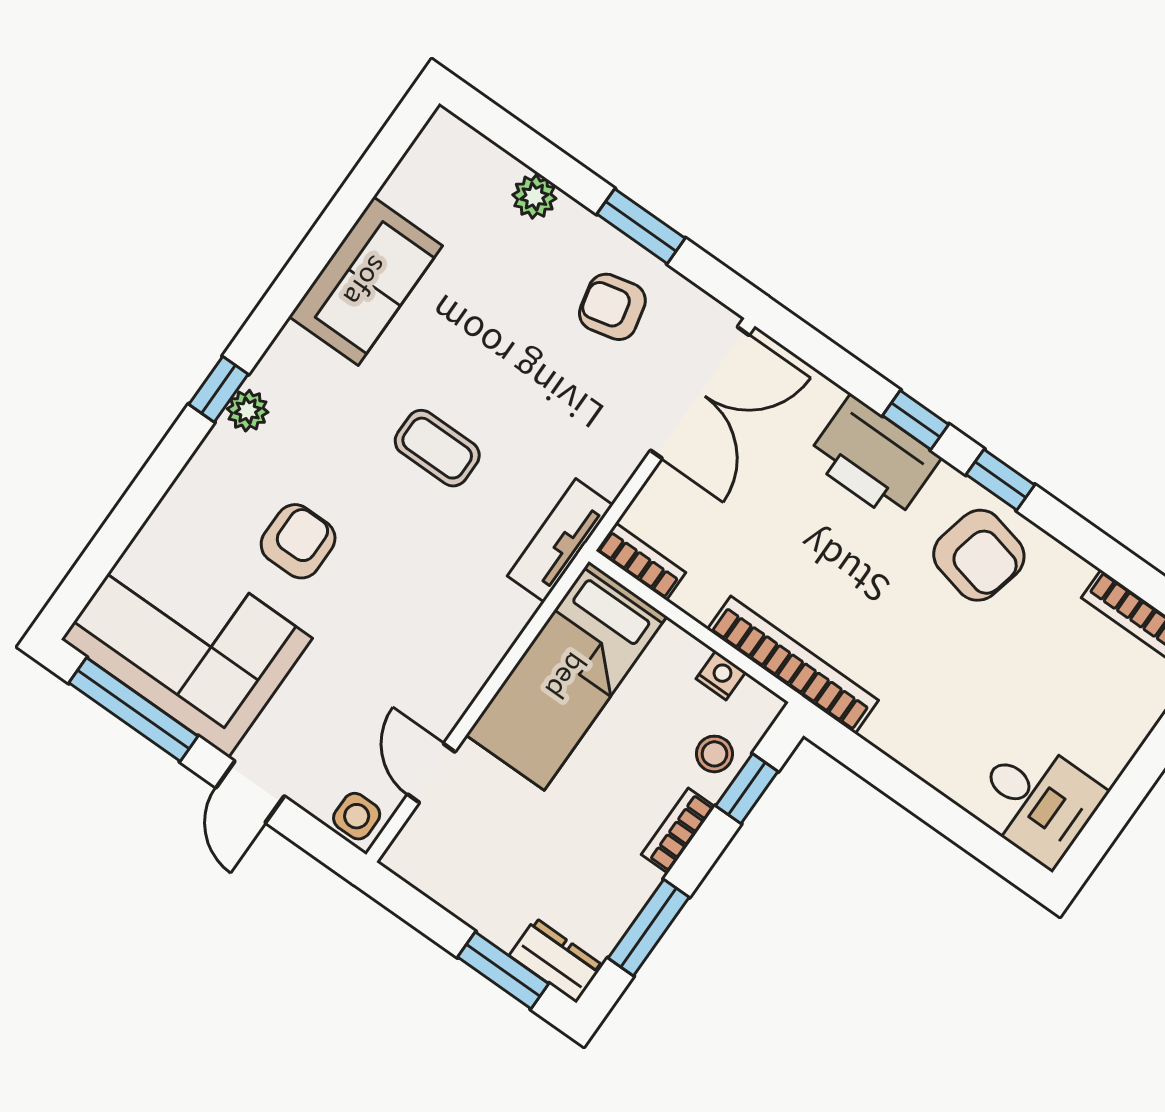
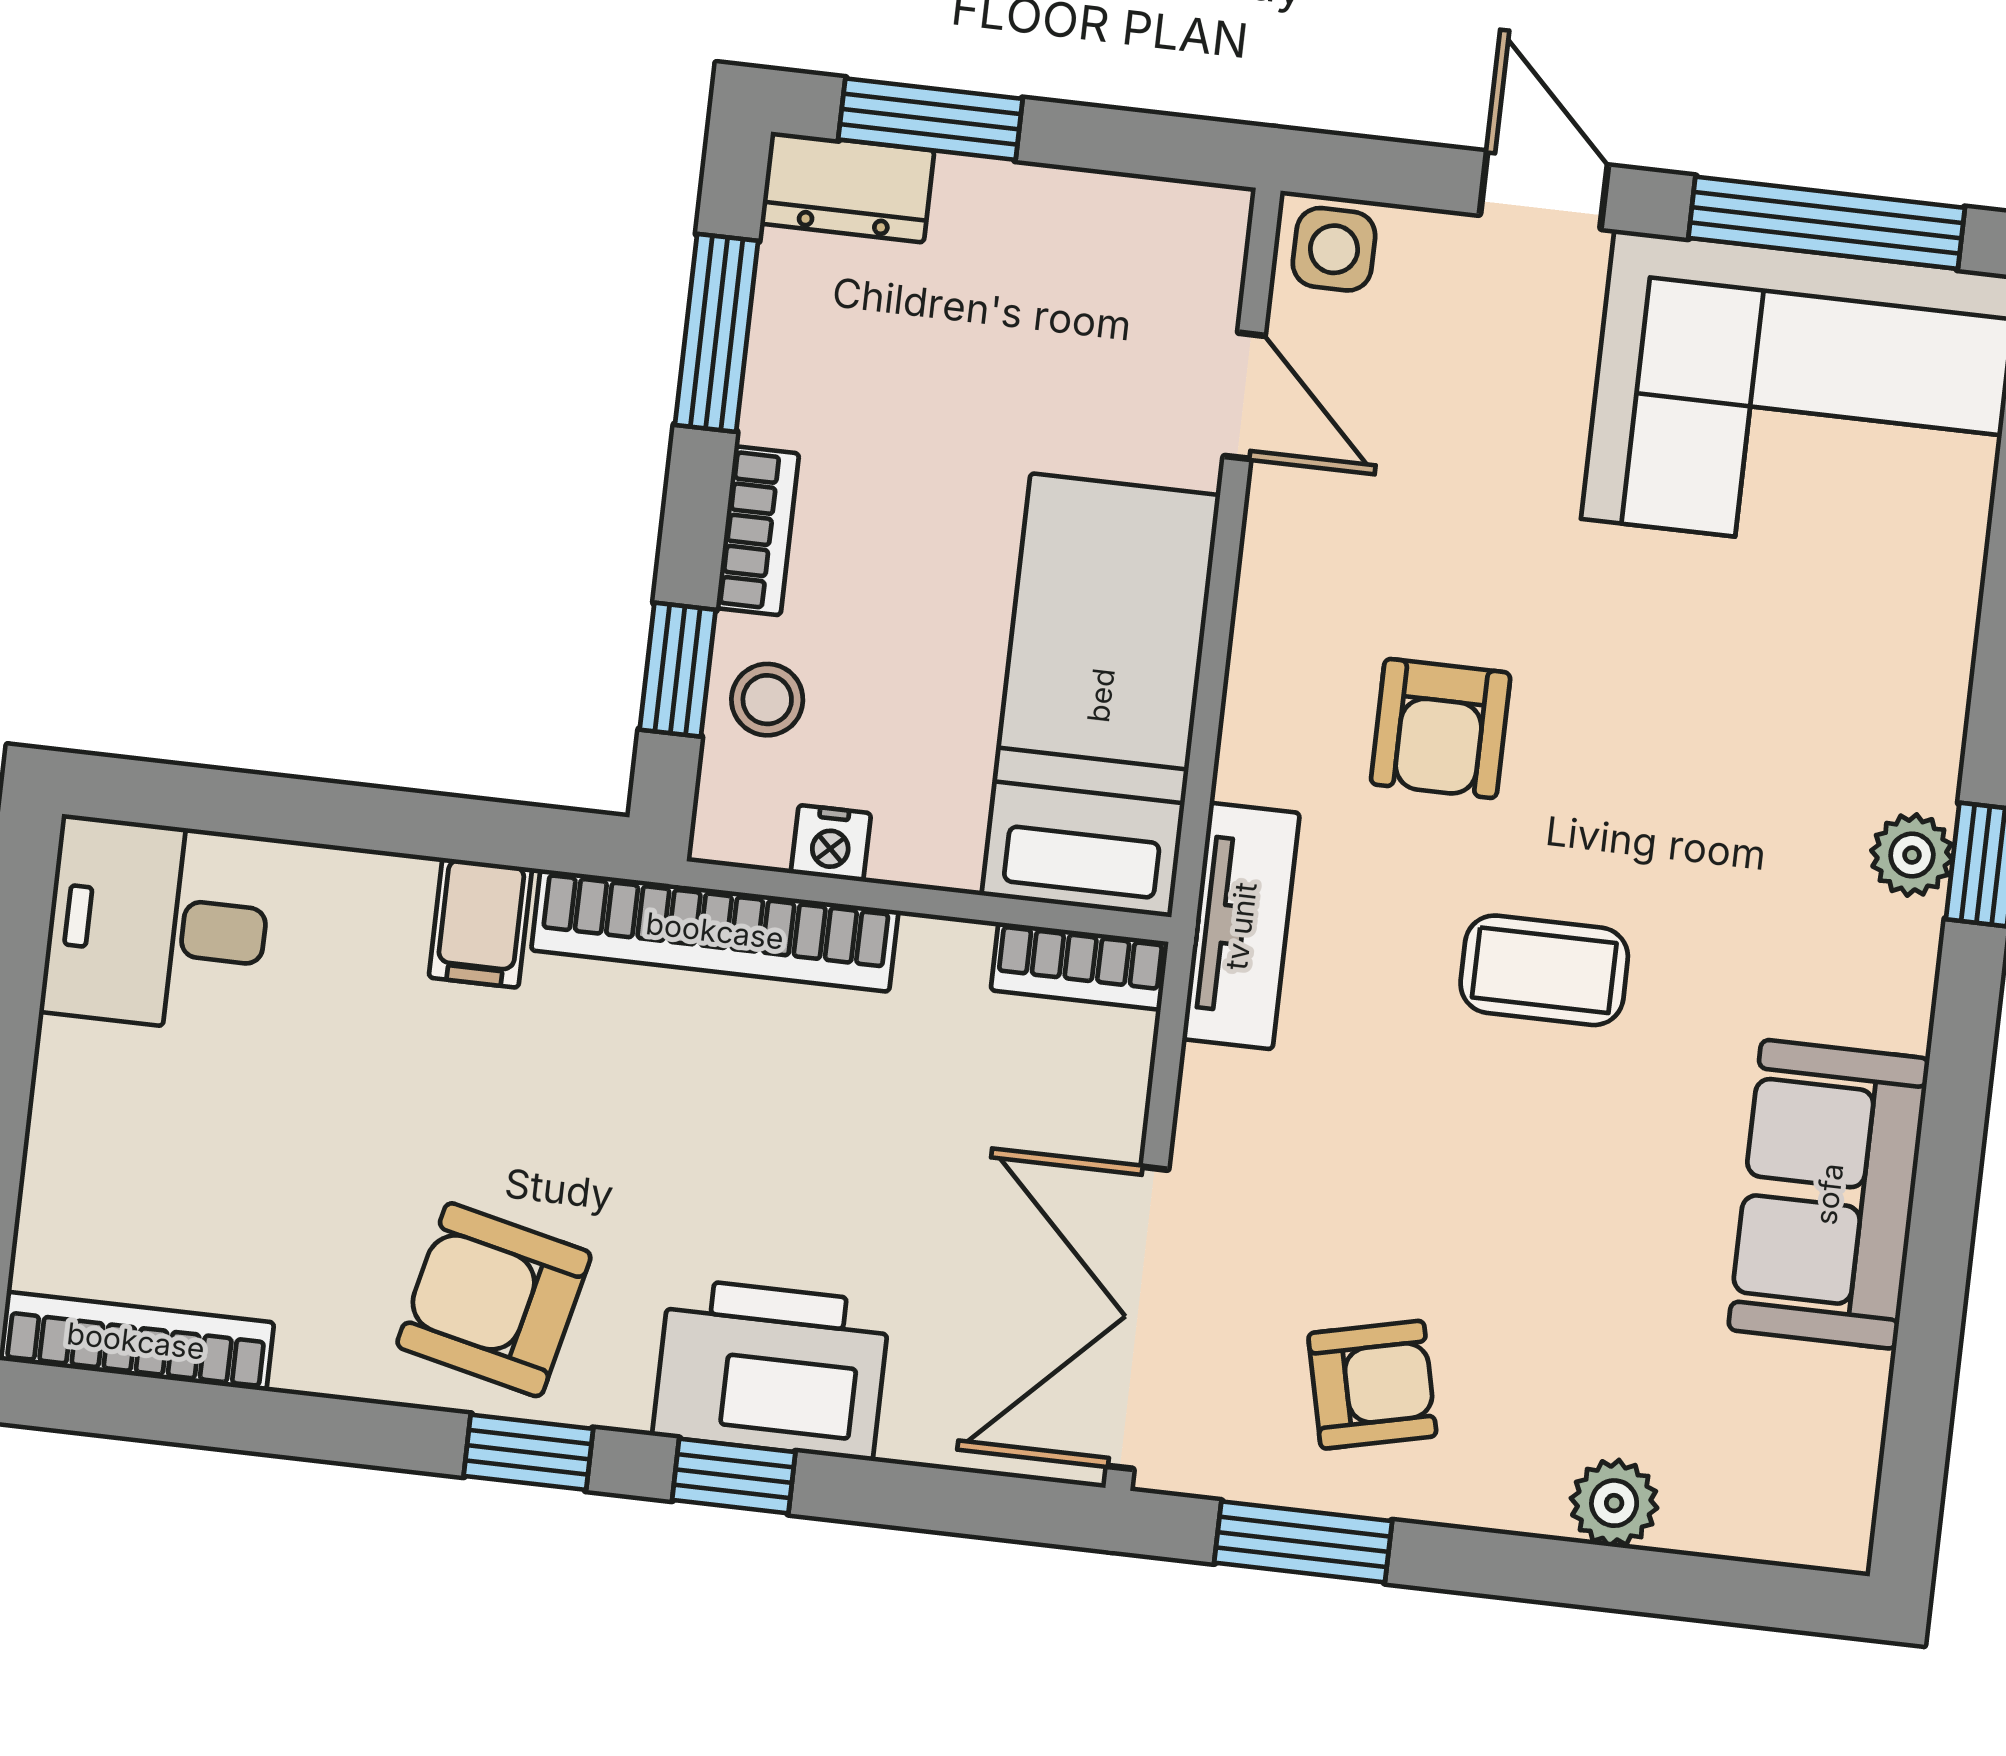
window: (641, 226) -> (1303, 1542), moved
armchair: (298, 541) -> (1441, 728), moved
filing cabinet: (894, 724) -> (480, 923), added

